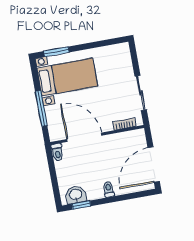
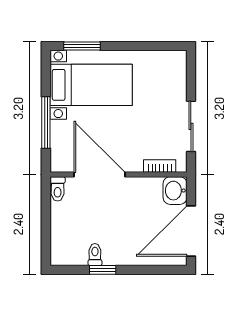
toilet: (108, 189) -> (95, 255), moved
washbasin: (76, 195) -> (175, 191), moved, turned -90
window: (81, 205) -> (103, 270), moved

